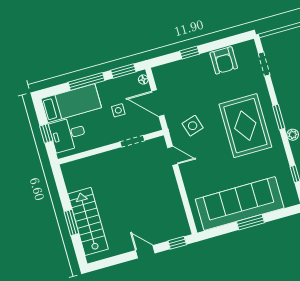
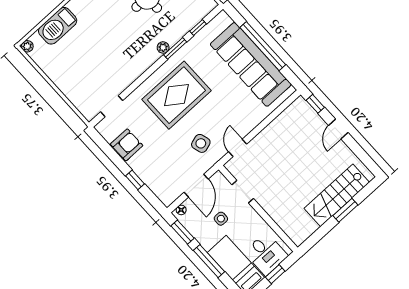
window: (279, 117) -> (175, 48), moved
window: (250, 222) -> (263, 46), width x2.11

